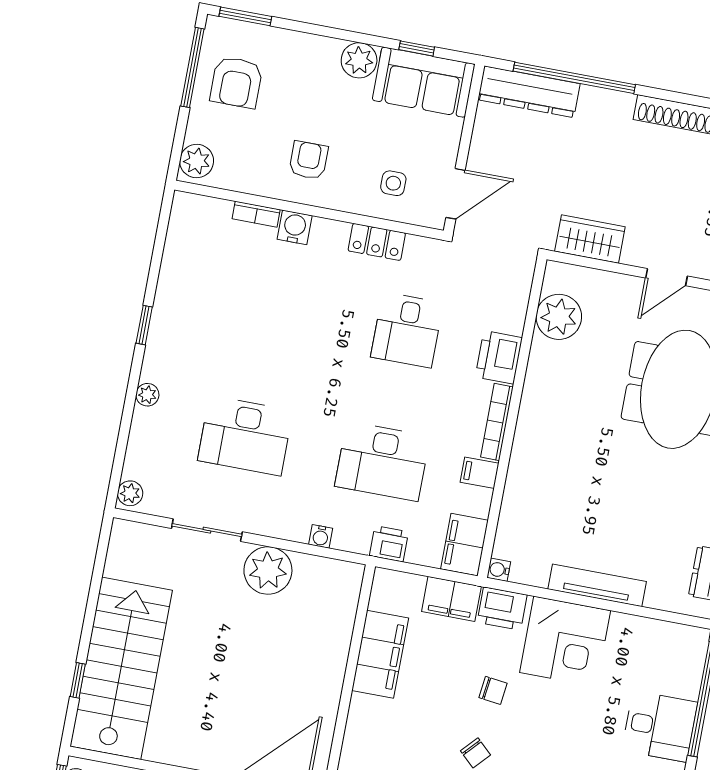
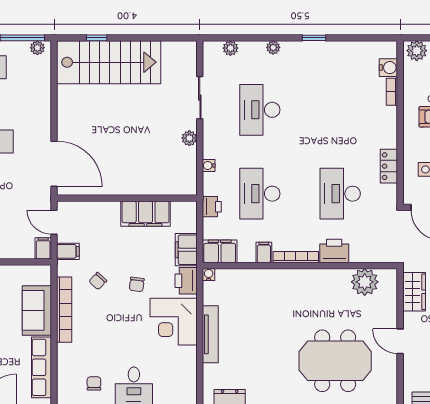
water cooler: (295, 227) -> (388, 68), moved
desk: (407, 330) -> (340, 194), width x1.37
plant: (130, 493) -> (230, 48), moved
plant: (268, 570) -> (189, 138), width x0.53, depth x0.53

